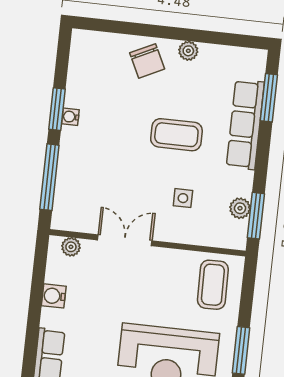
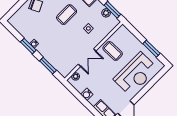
window: (49, 177) -> (48, 66), width x0.69
double door: (125, 240) -> (87, 58), swing flipped
coffee table: (213, 285) -> (113, 51), moved

